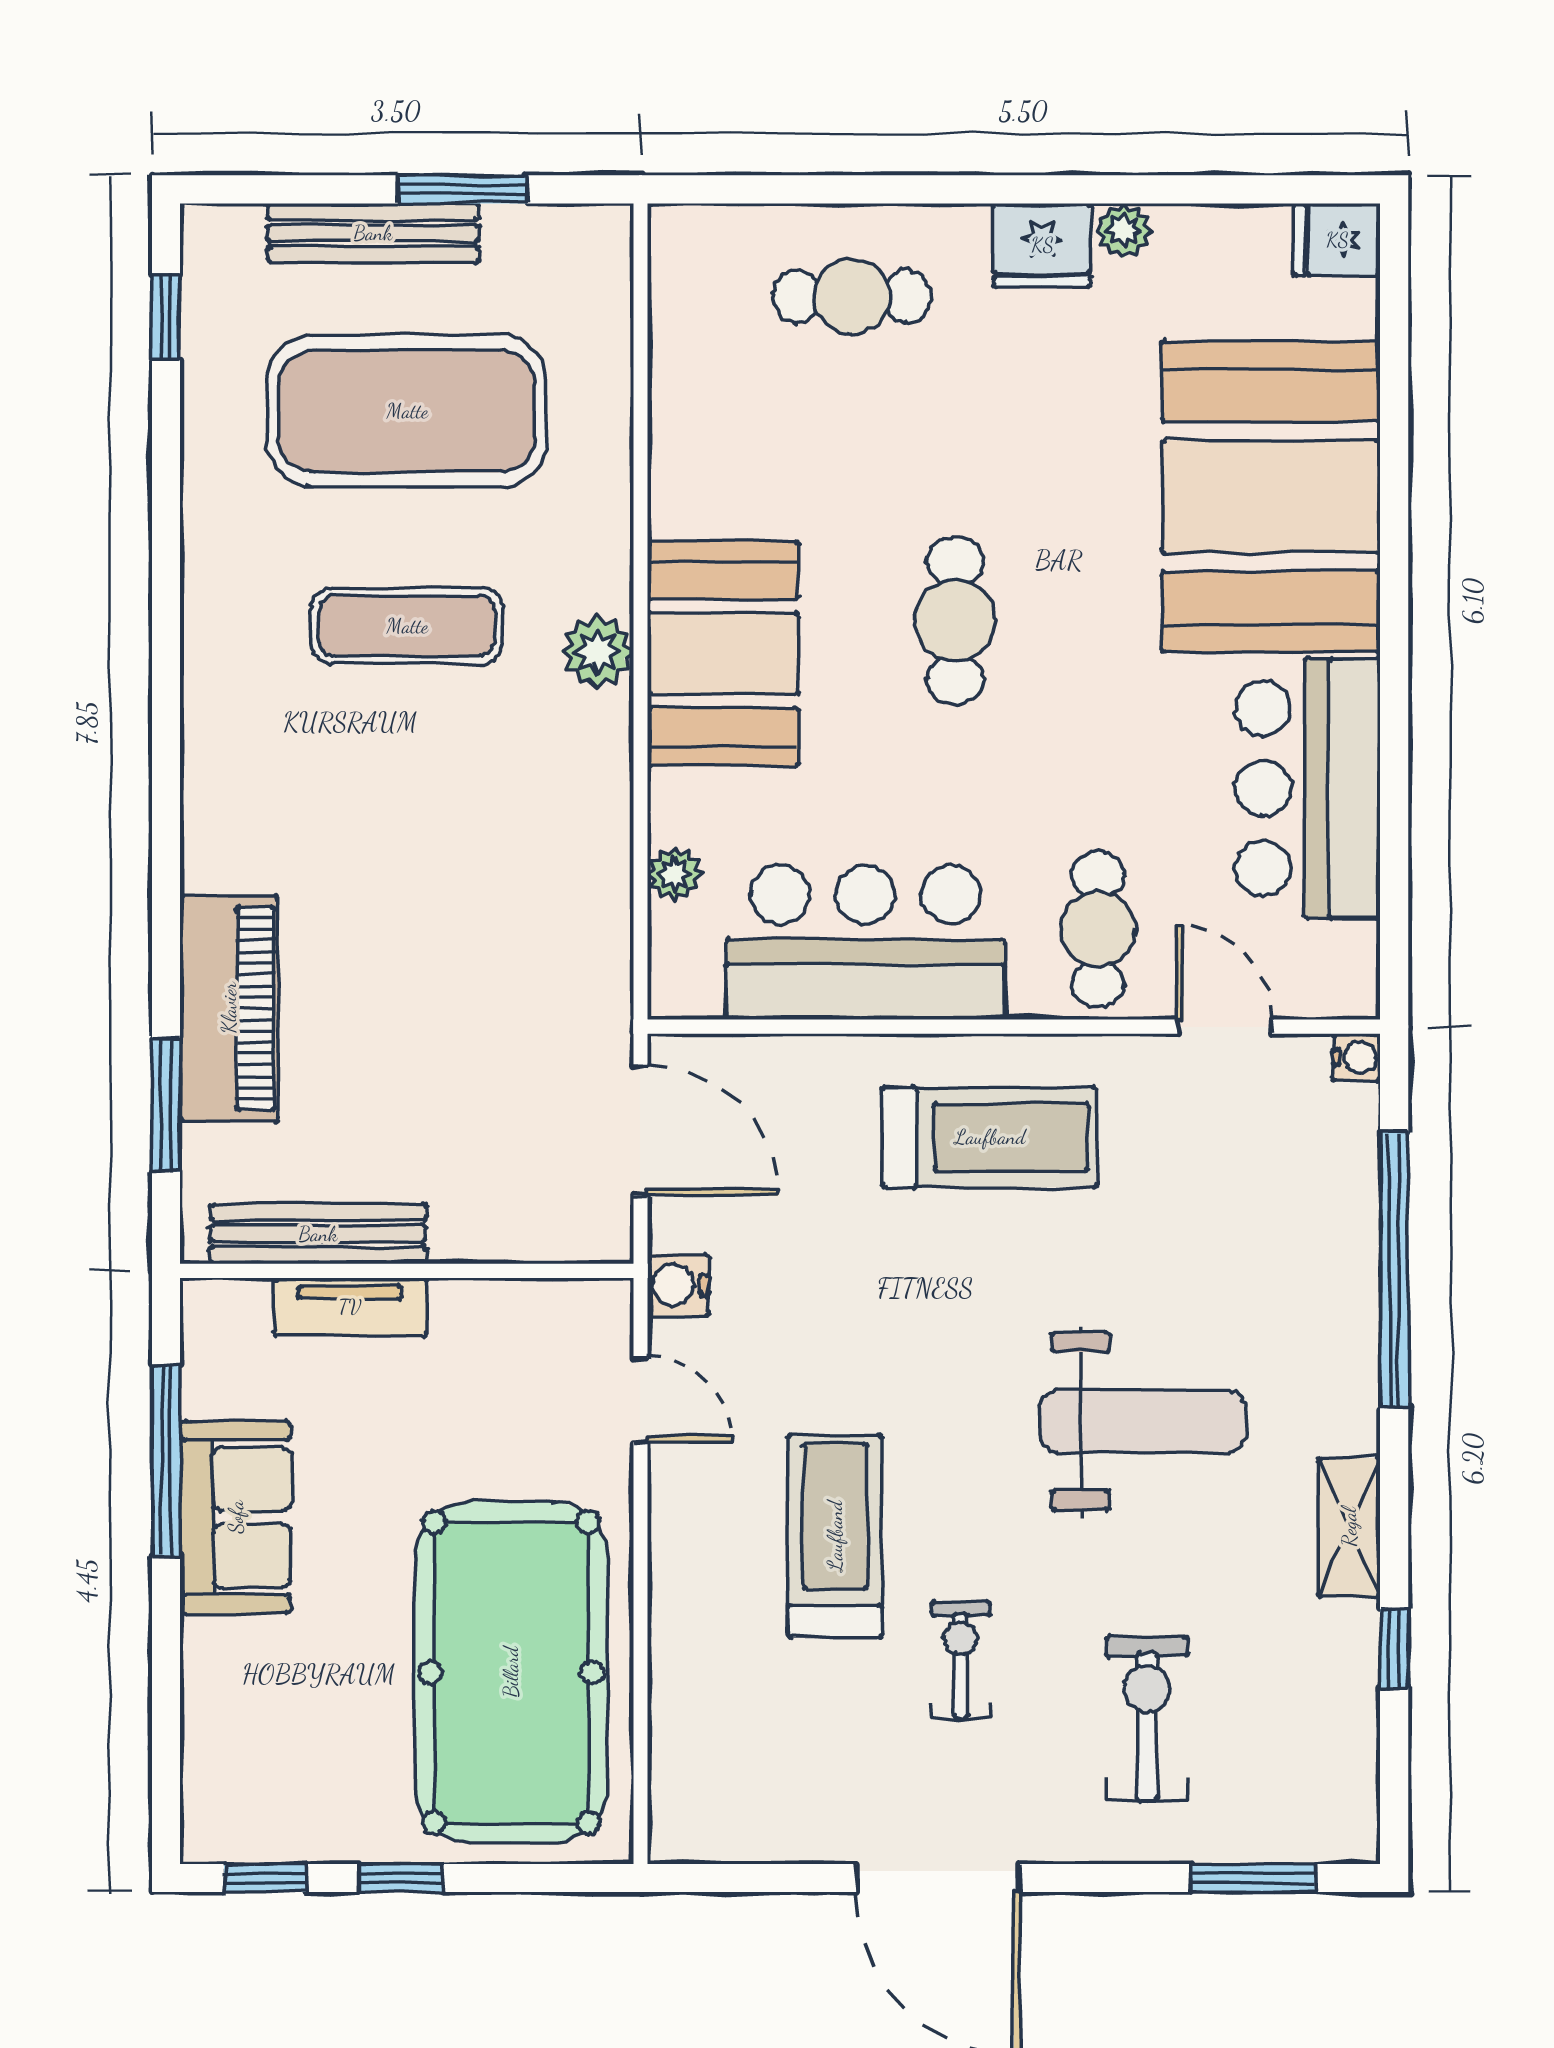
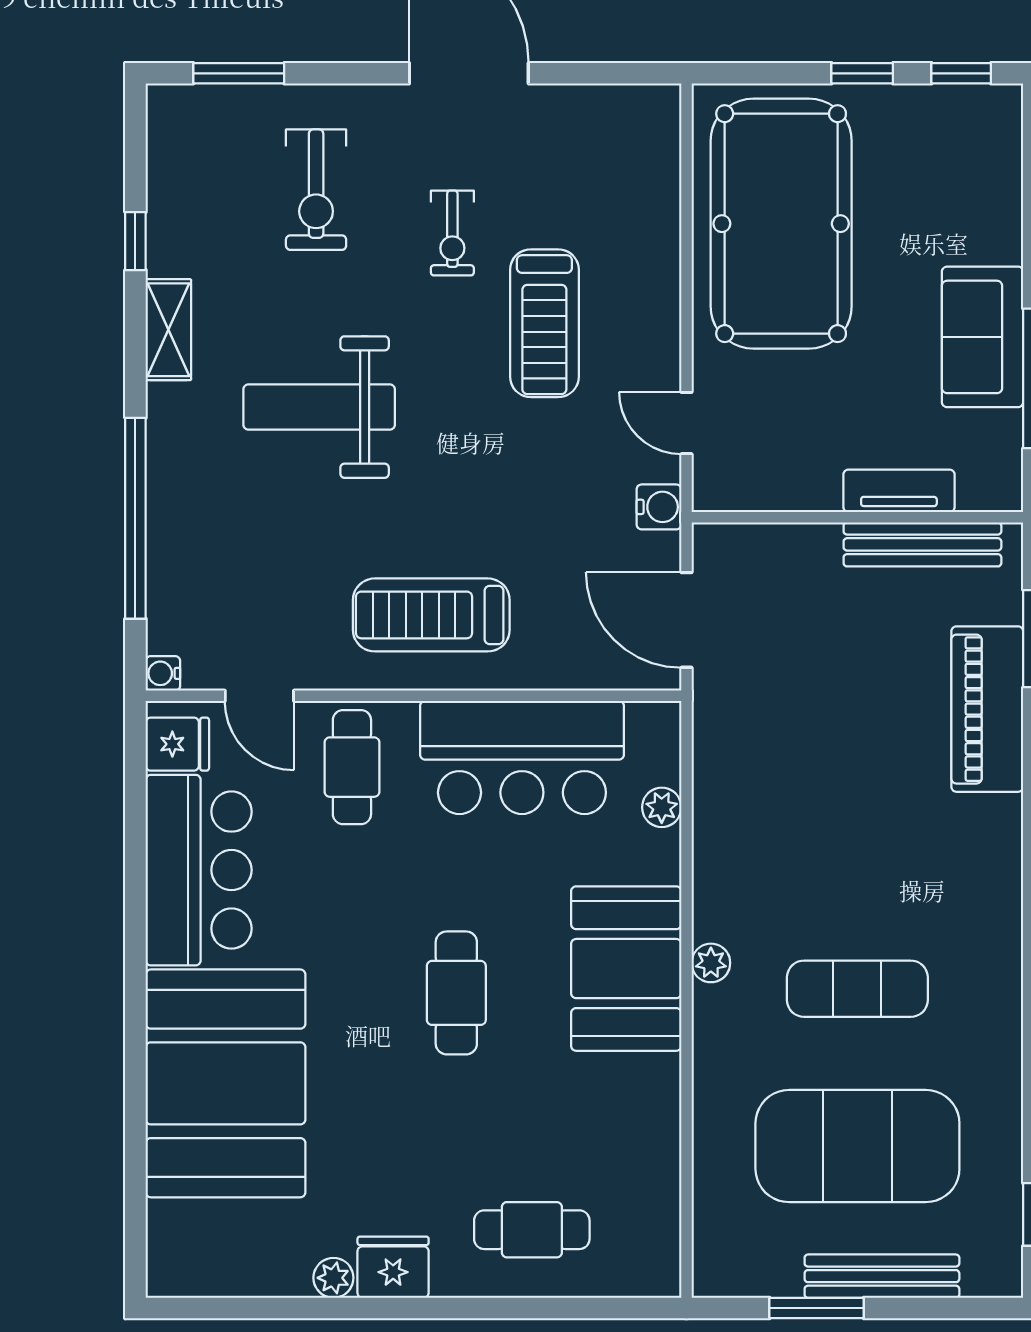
fridge: (1337, 240) -> (177, 744), moved
plant: (597, 651) -> (711, 963), width x0.73, depth x0.73

